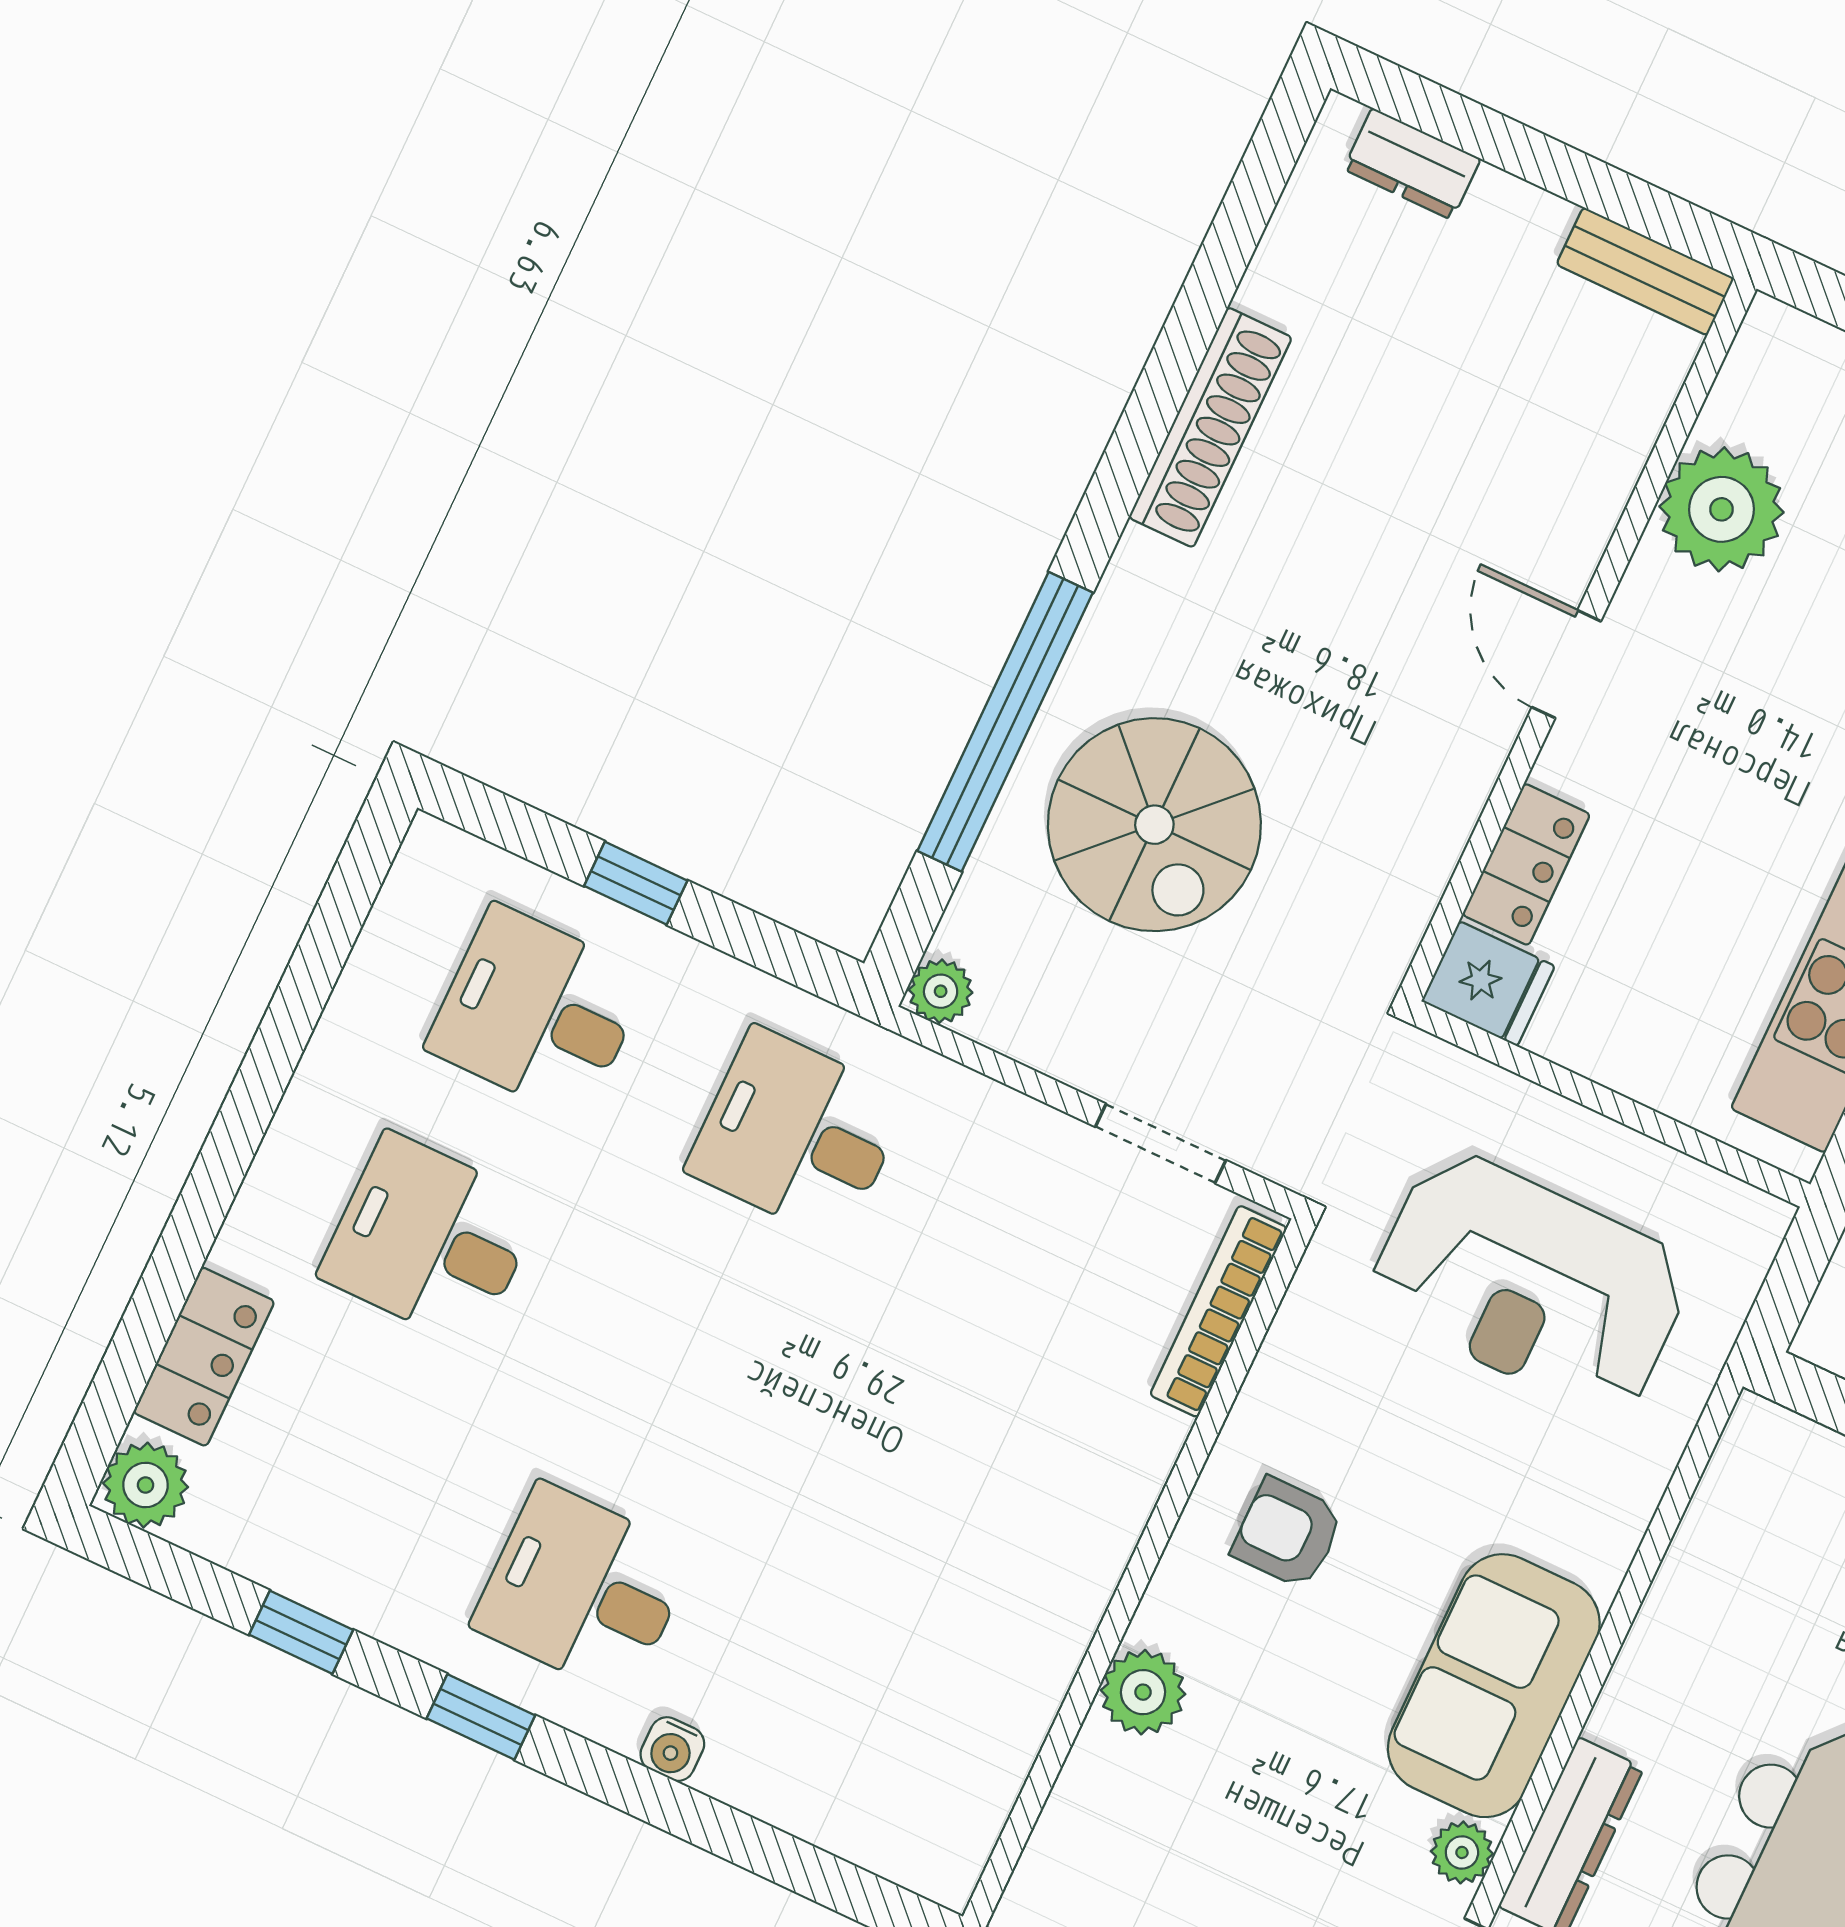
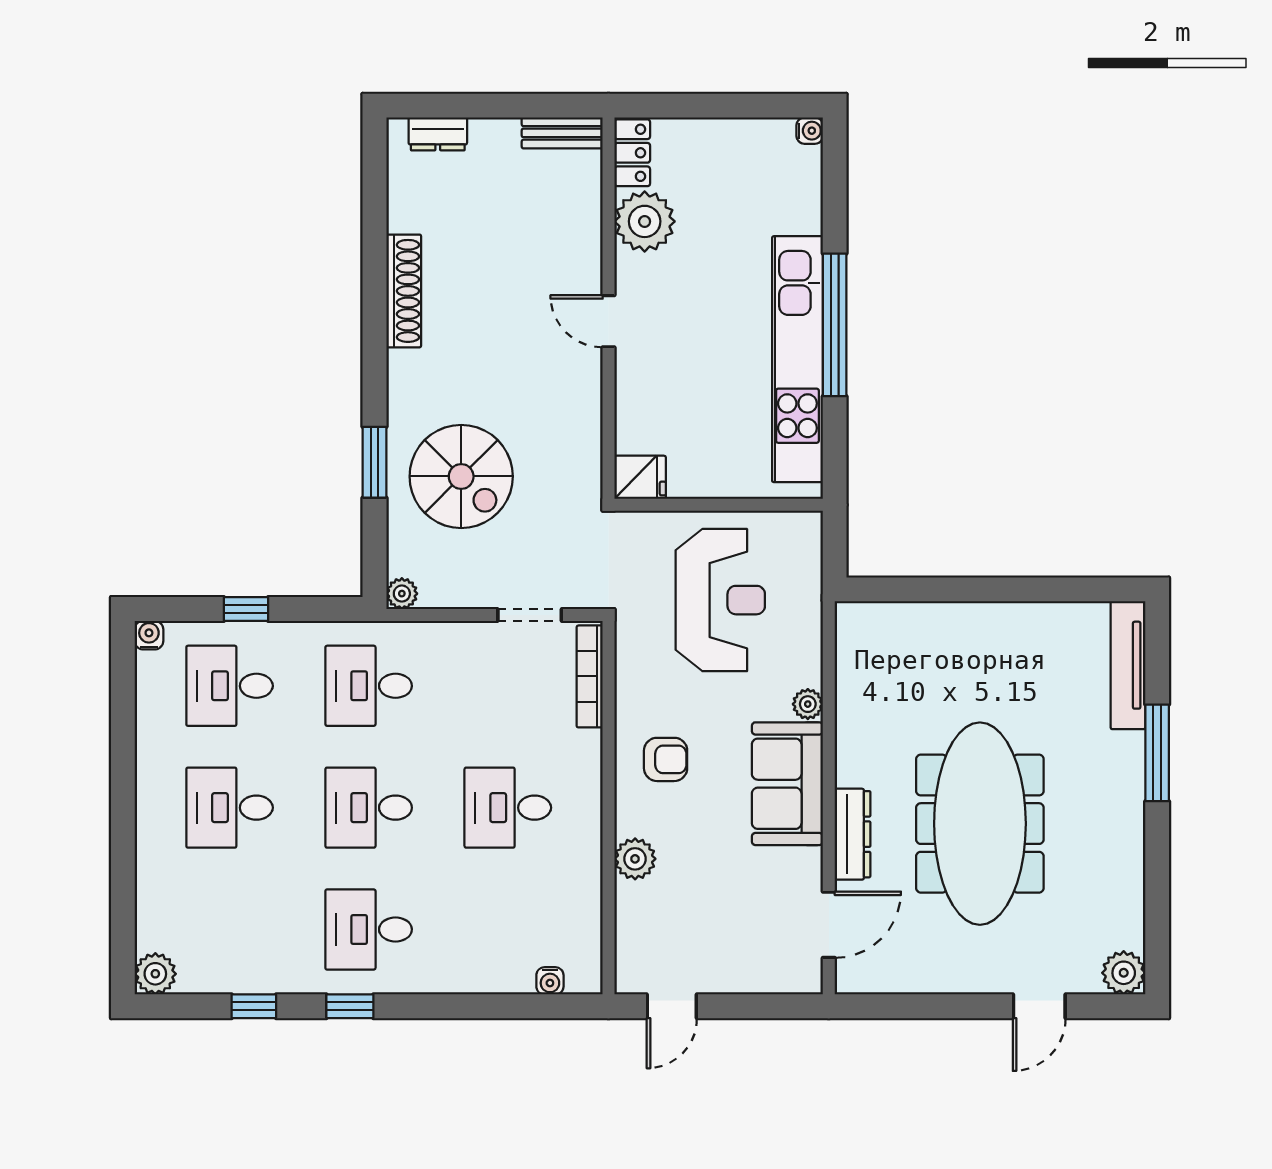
window: (1005, 722) -> (375, 462), width x0.47
water cooler: (431, 847) -> (149, 635), added
locker: (1526, 864) -> (632, 153), moved
reception desk: (1530, 1283) -> (720, 600), turned -90
locker: (204, 1357) -> (154, 906), removed
desk: (690, 1362) -> (369, 808), added
desk: (950, 1484) -> (508, 808), added
armchair: (1288, 1533) -> (666, 759), turned 180
water cooler: (672, 1749) -> (550, 981), moved
plant: (1462, 1852) -> (808, 704), moved

